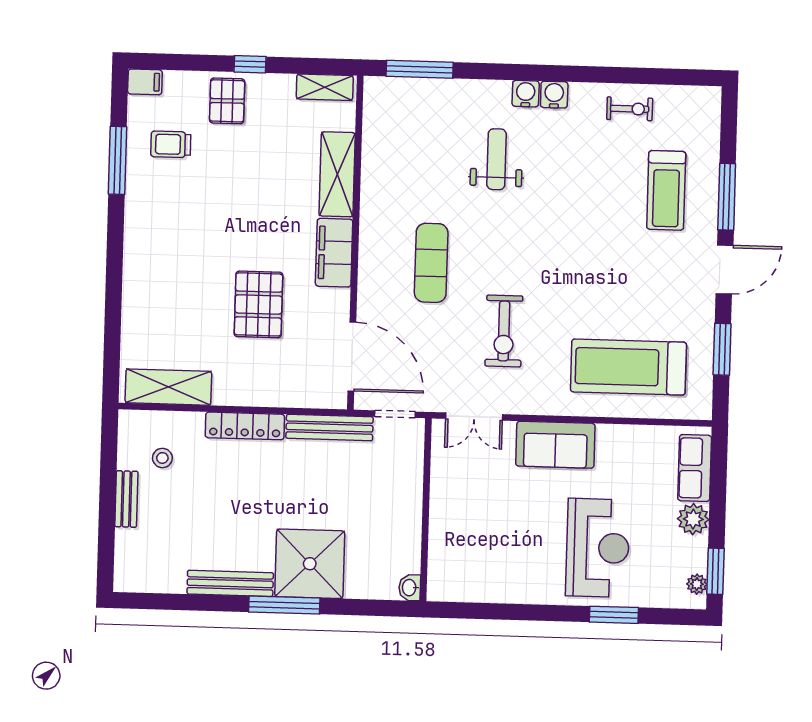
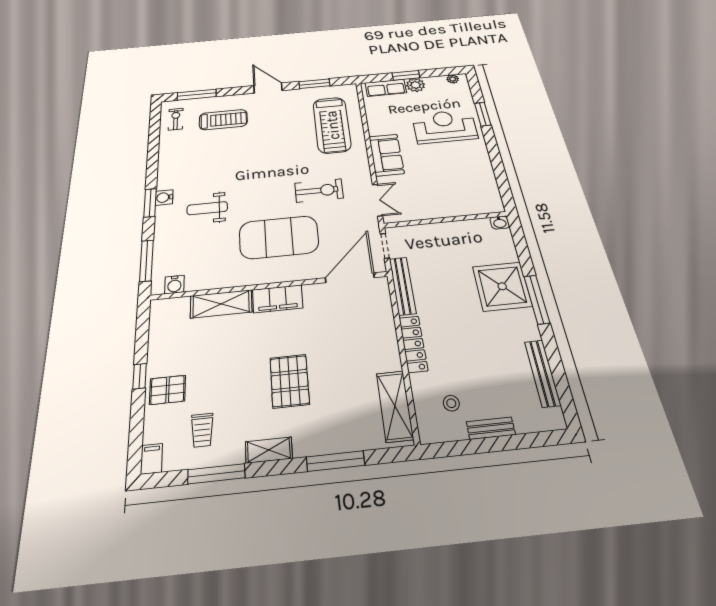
window: (519, 72) -> (150, 203), added
shelving: (325, 87) -> (269, 450), moved, turned 90
water cooler: (554, 95) -> (174, 285), moved, turned -90
exercise bike: (630, 109) -> (176, 119), moved
window: (727, 197) -> (197, 95), moved
exercise mat: (431, 263) -> (279, 237), width x2.00, depth x1.45
window: (113, 304) -> (335, 461), added
pallet: (258, 304) -> (290, 381), moved, turned 90
window: (716, 571) -> (406, 75), moved
bench: (230, 583) -> (542, 373), moved

